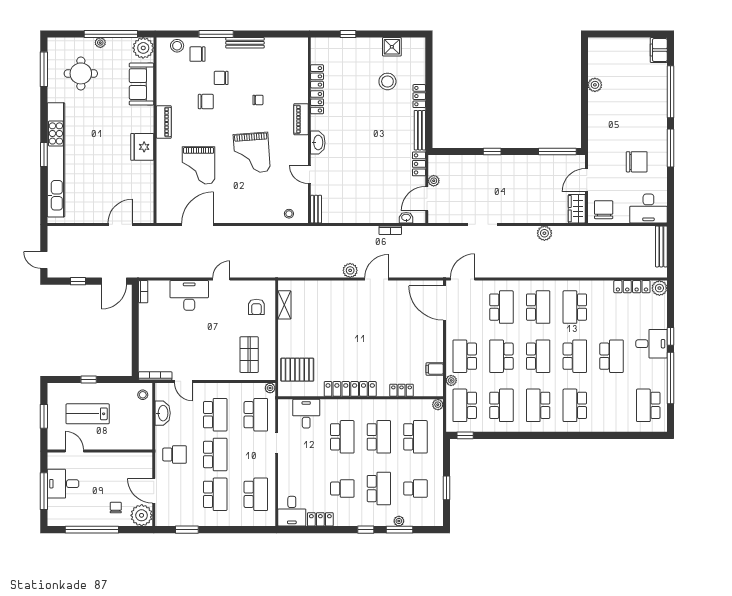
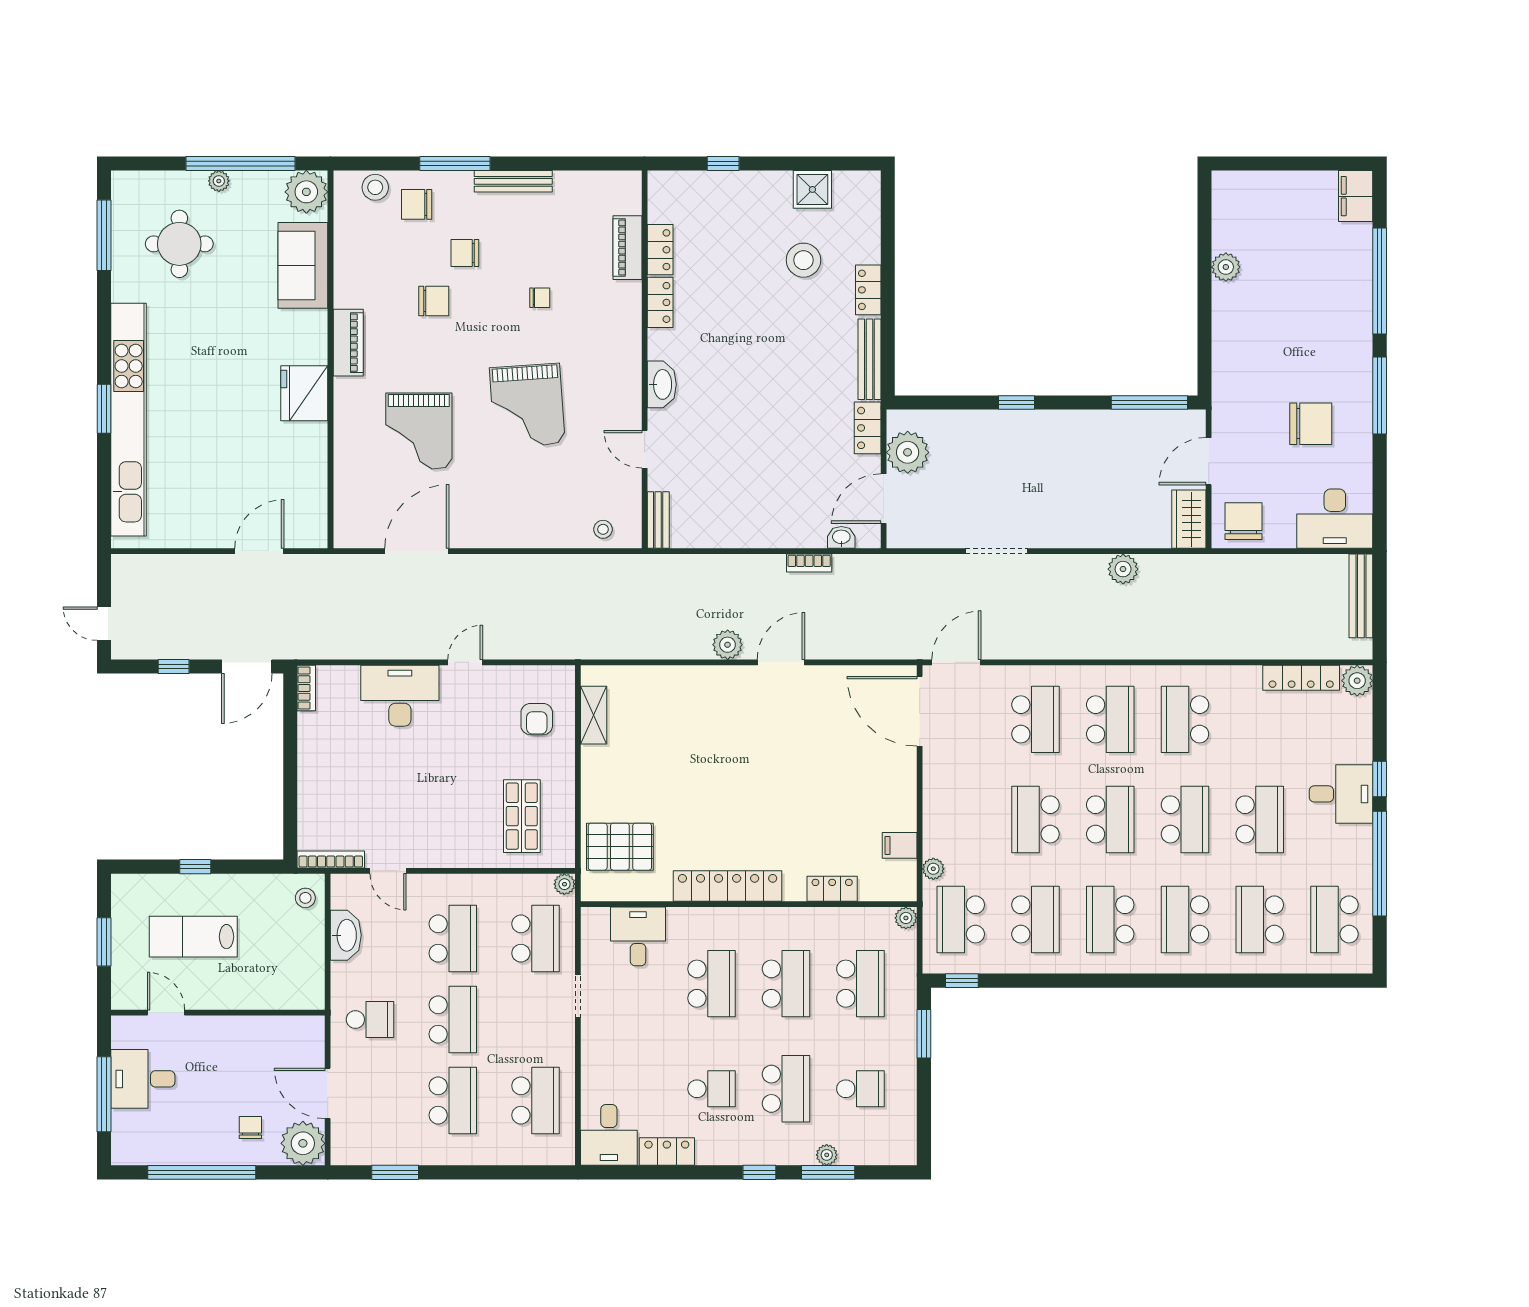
piano: (301, 119) -> (627, 248), moved
plant: (434, 181) -> (908, 452), width x1.88, depth x1.88
school desk: (465, 356) -> (1260, 919), moved
window: (447, 488) -> (924, 1034), moved

